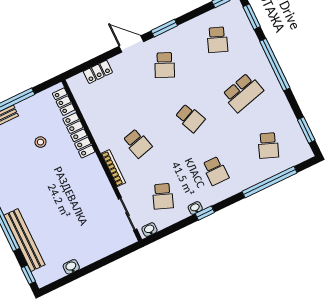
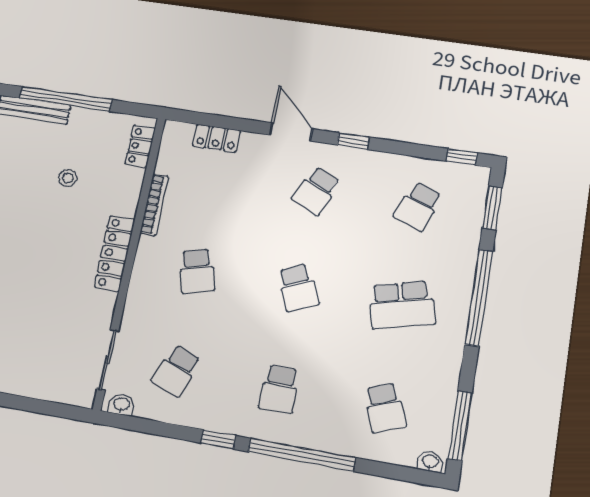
window: (164, 28) -> (353, 141), width x0.67
window: (306, 130) -> (460, 426), width x1.44
locker: (79, 135) -> (115, 253), moved
school desk: (268, 146) -> (385, 408), turned -42
bookcase: (113, 168) -> (154, 205), moved
window: (270, 182) -> (302, 455), moved
washbasin: (195, 208) -> (430, 462), moved

